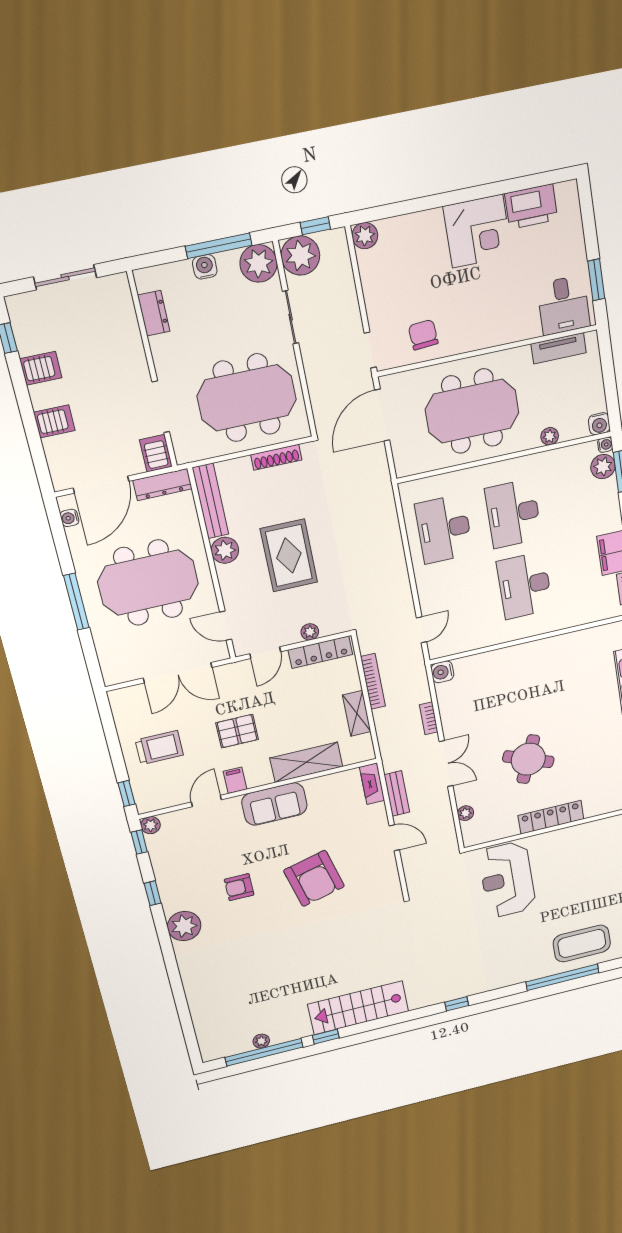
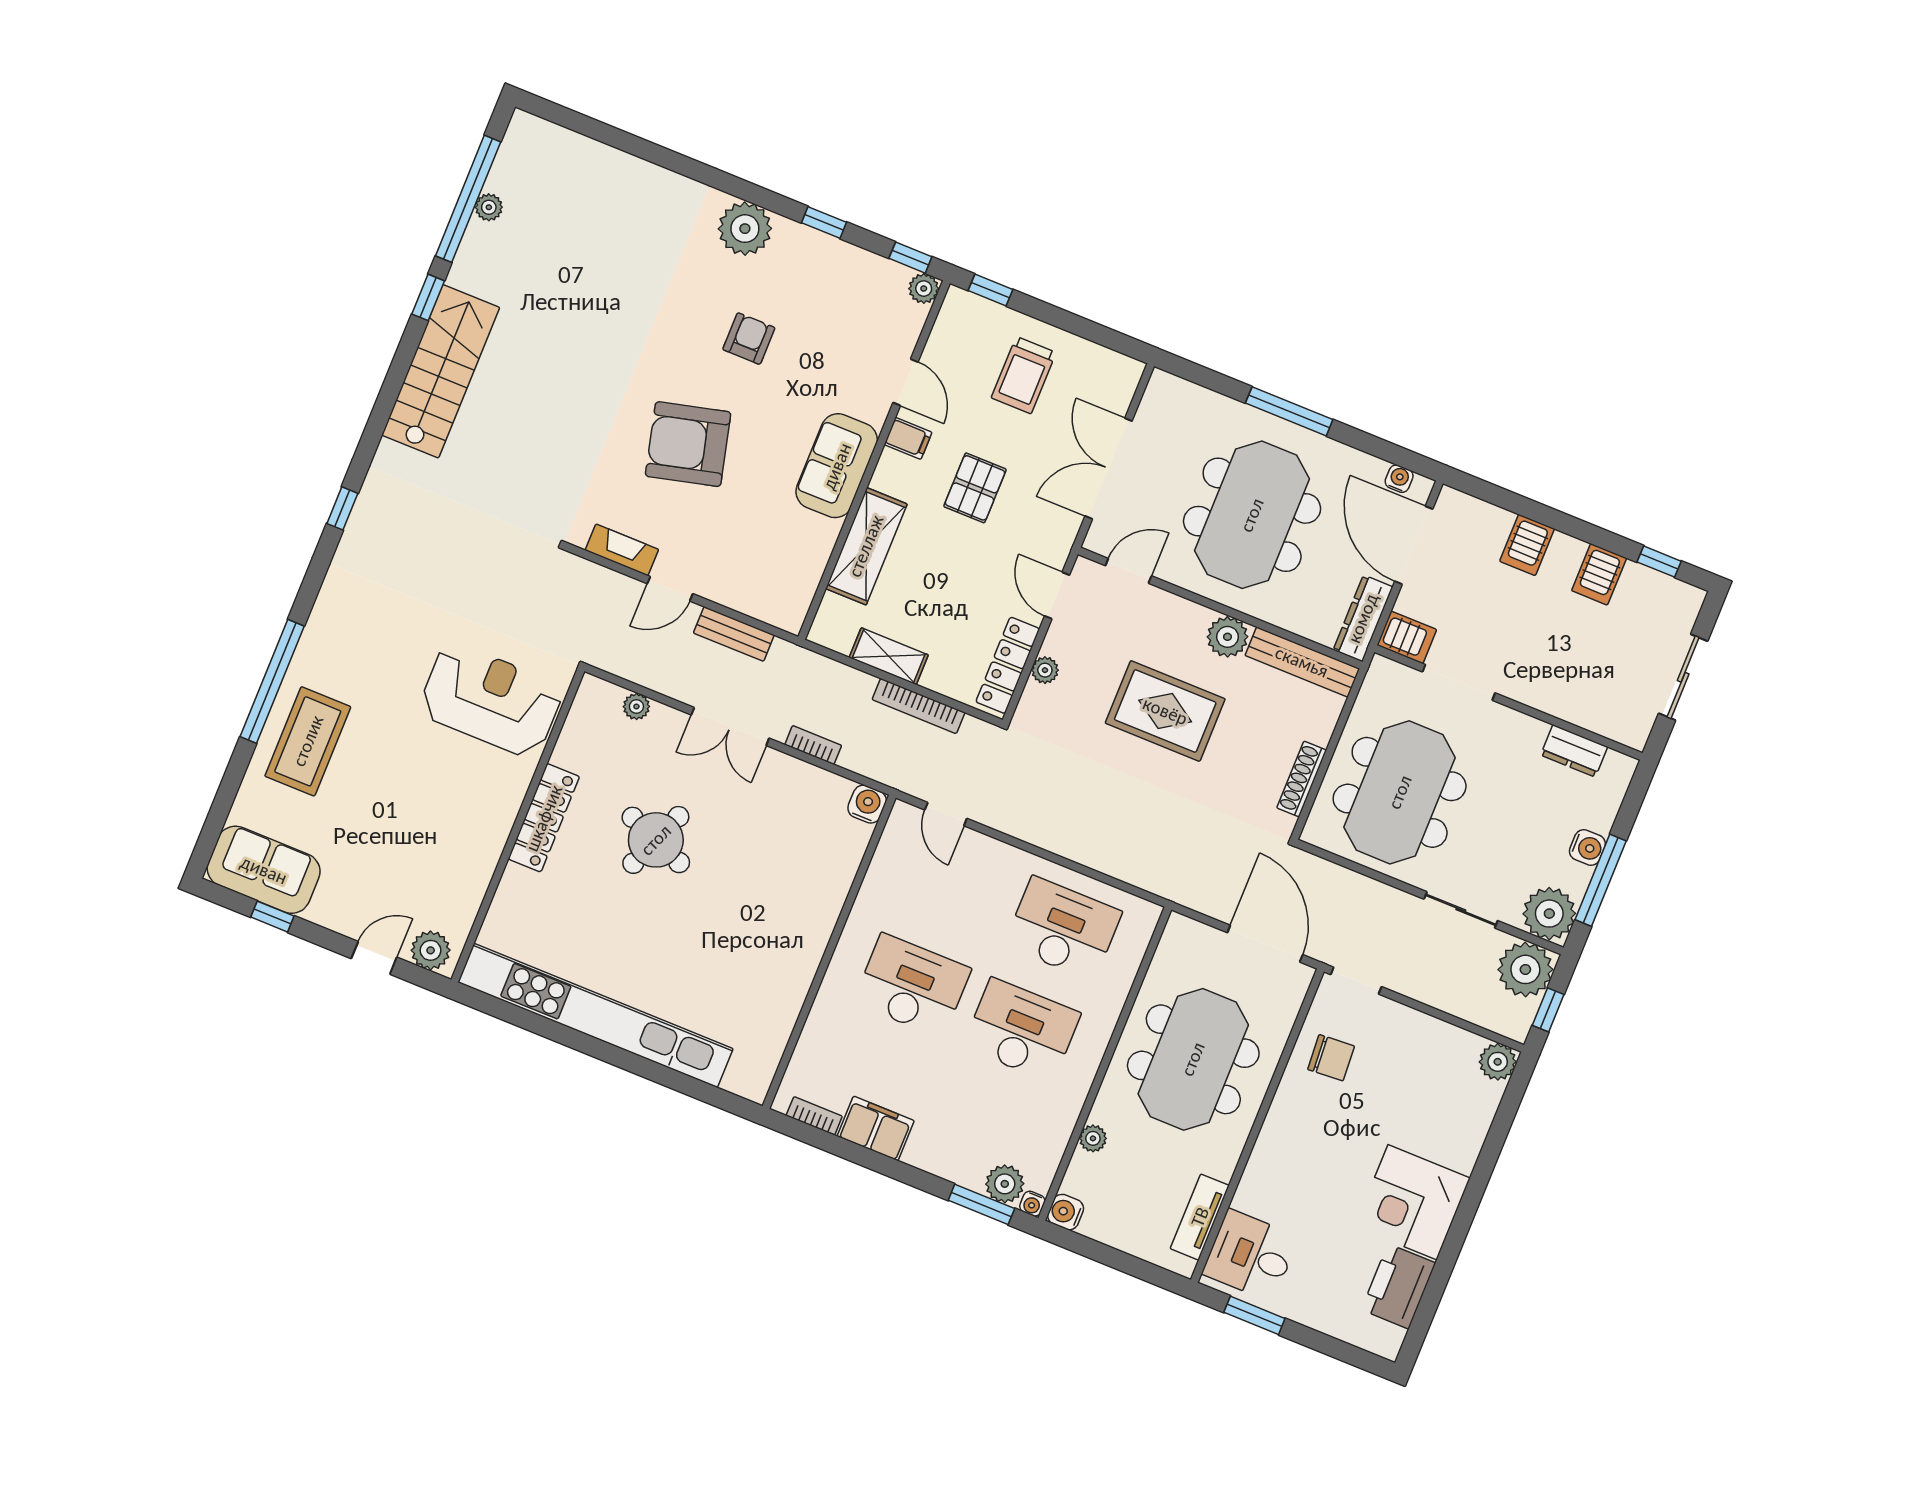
fireplace: (372, 784) -> (622, 550), moved

